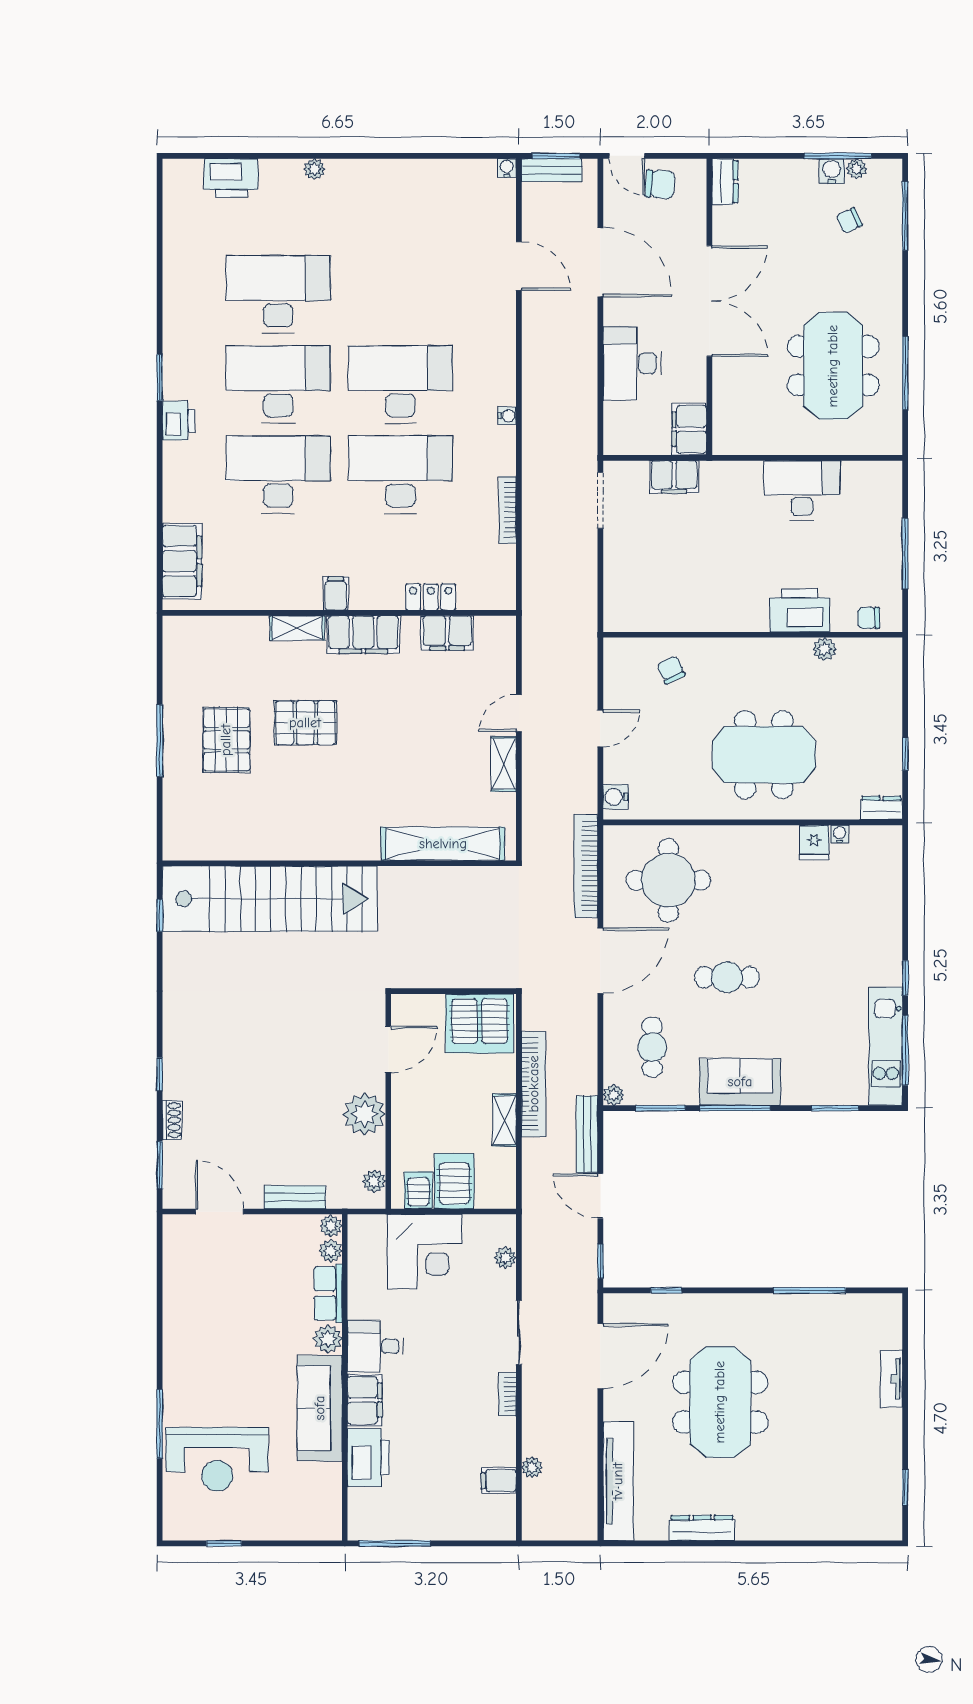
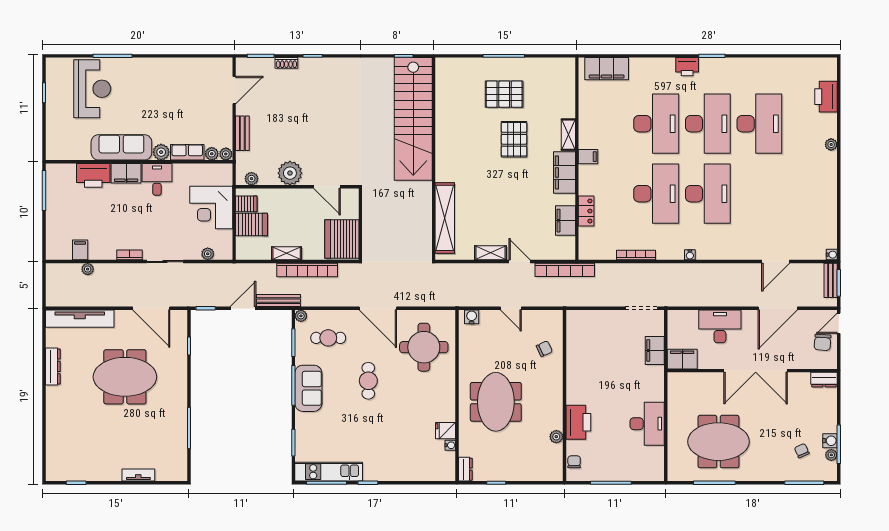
bookcase: (586, 866) -> (565, 270), moved, turned 180
reception desk: (217, 1459) -> (92, 89), turned 180

